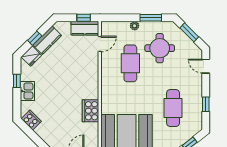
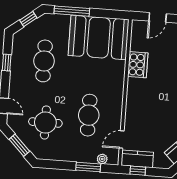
window: (151, 18) -> (88, 167), moved
plant: (135, 26) -> (102, 159), moved
round table: (160, 48) -> (45, 122), moved

